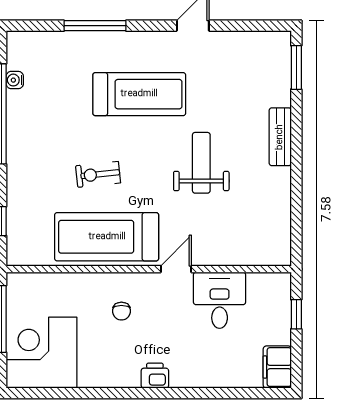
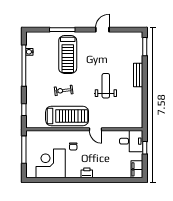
treadmill: (139, 94) -> (68, 54), moved, turned 90
treadmill: (107, 237) -> (67, 116), turned 180
door: (176, 269) -> (95, 129), swing flipped
desk: (220, 300) -> (131, 141), moved, turned 90
corner desk: (41, 353) -> (51, 163), moved

